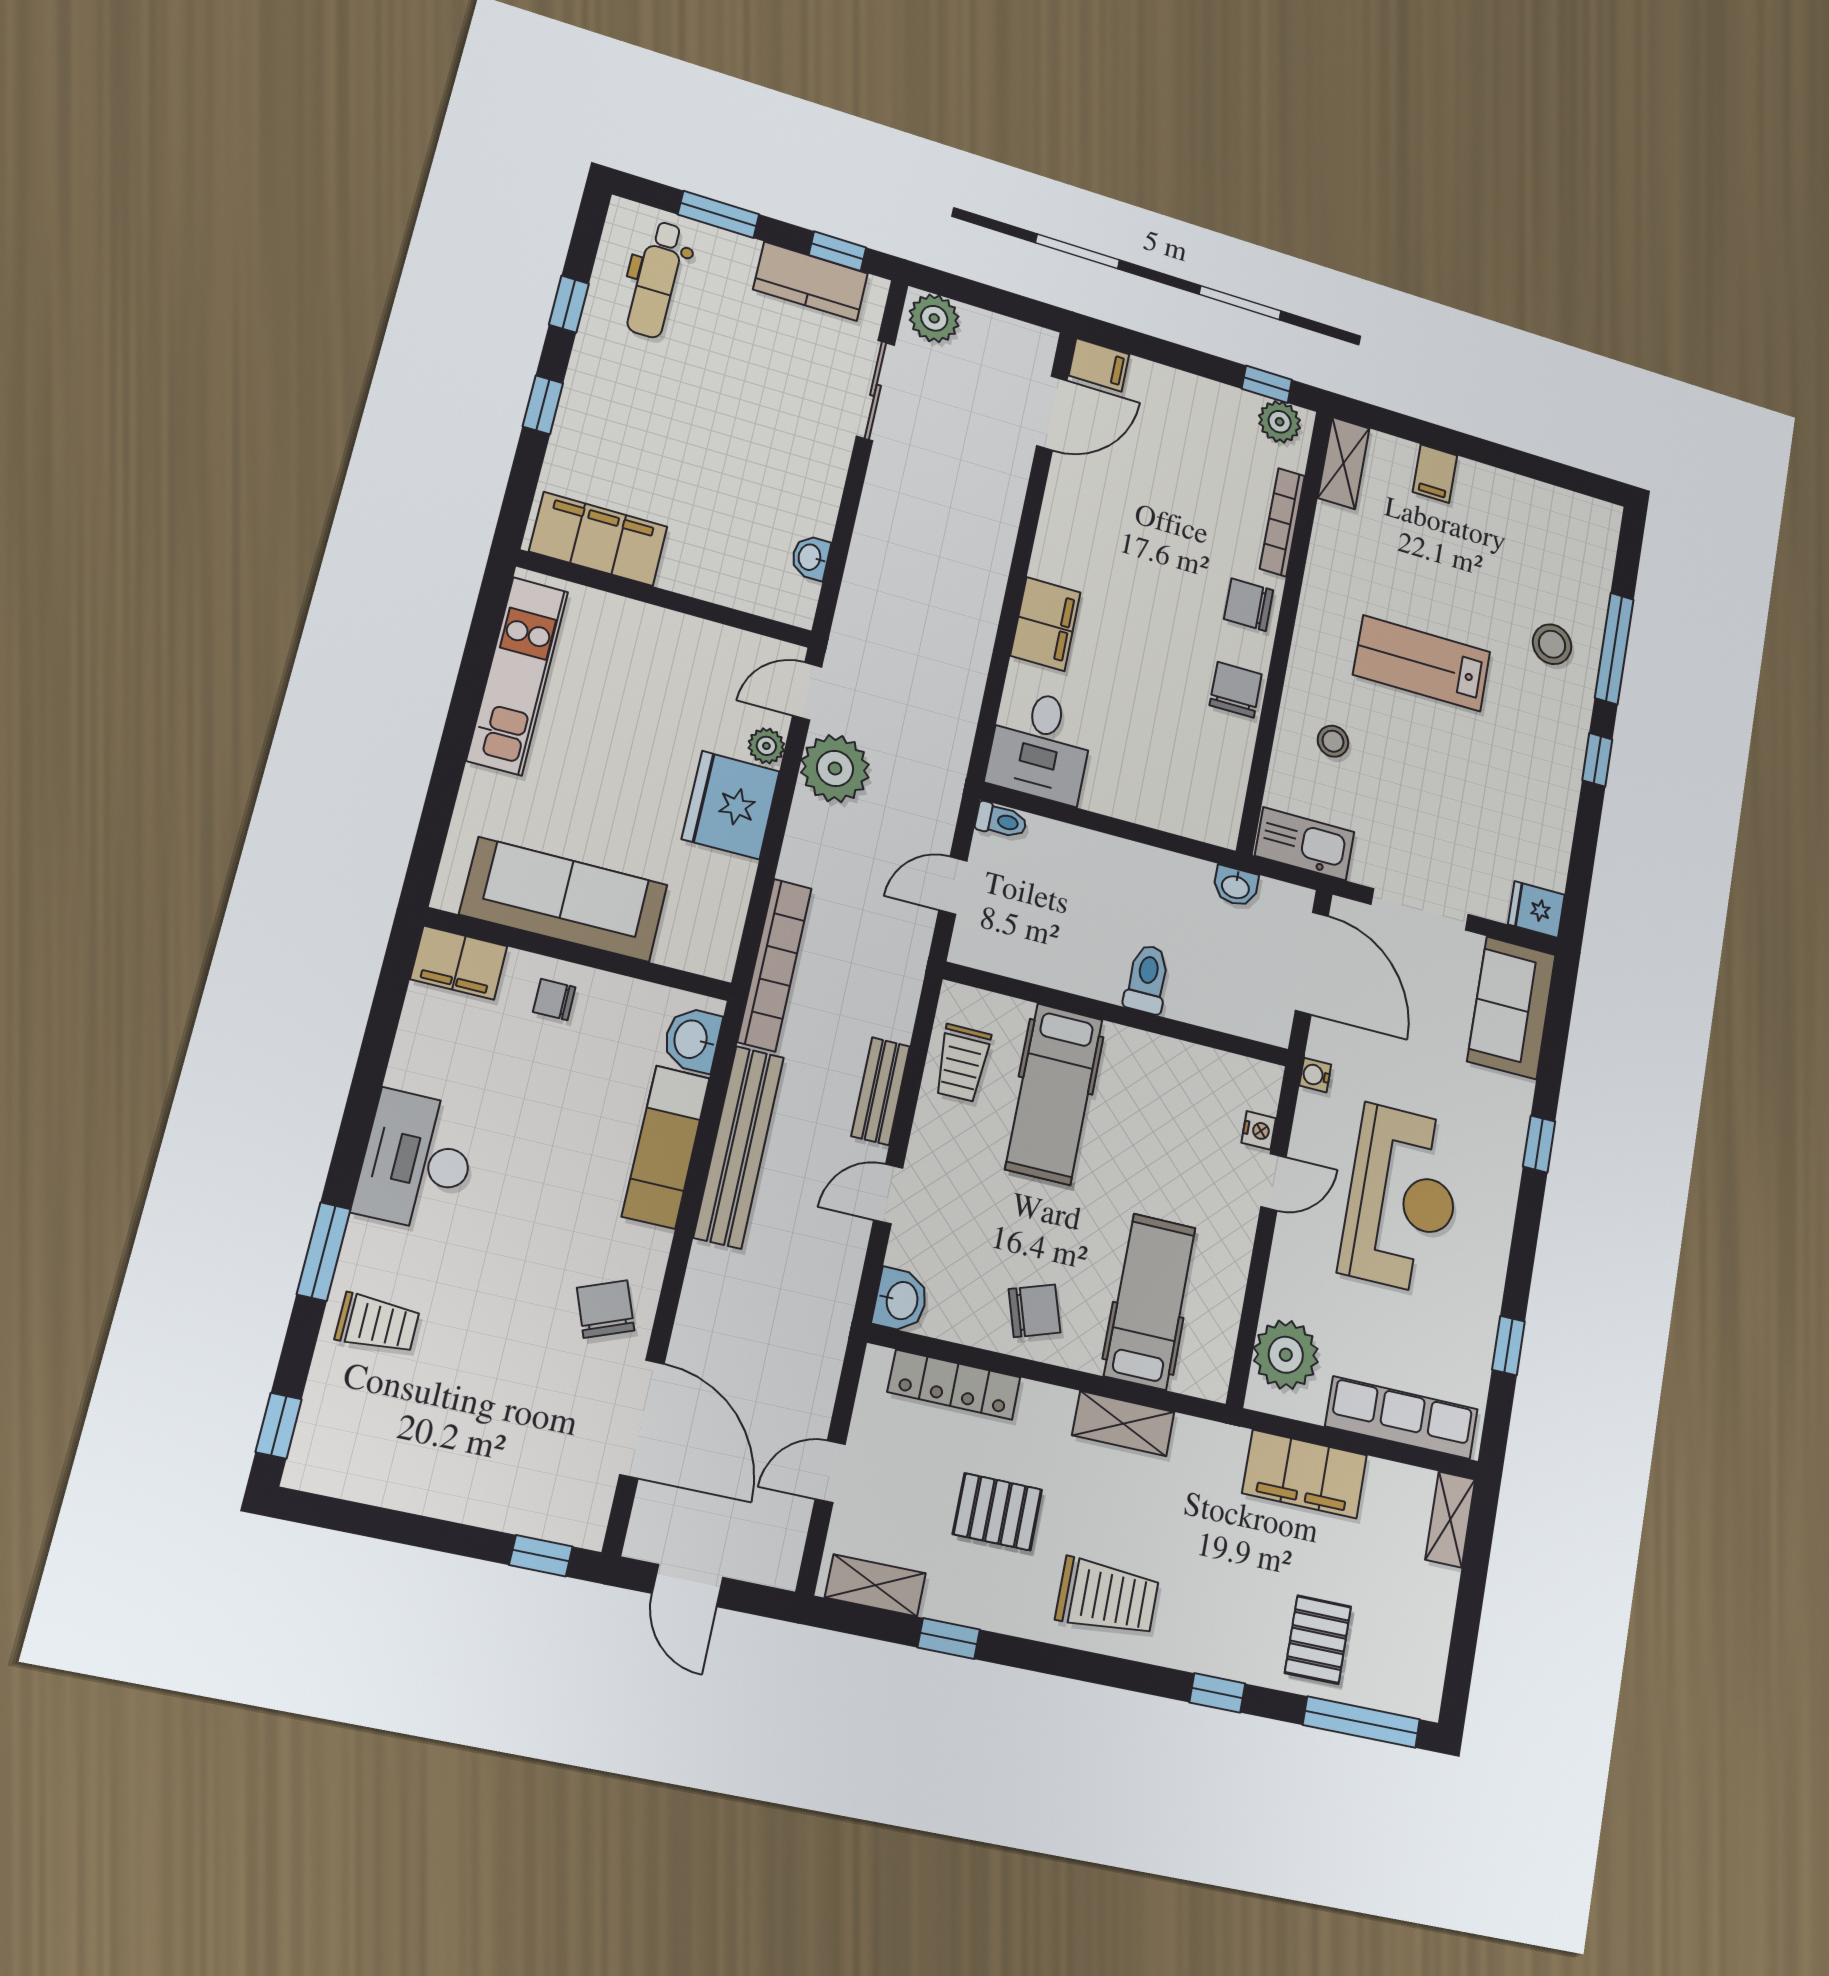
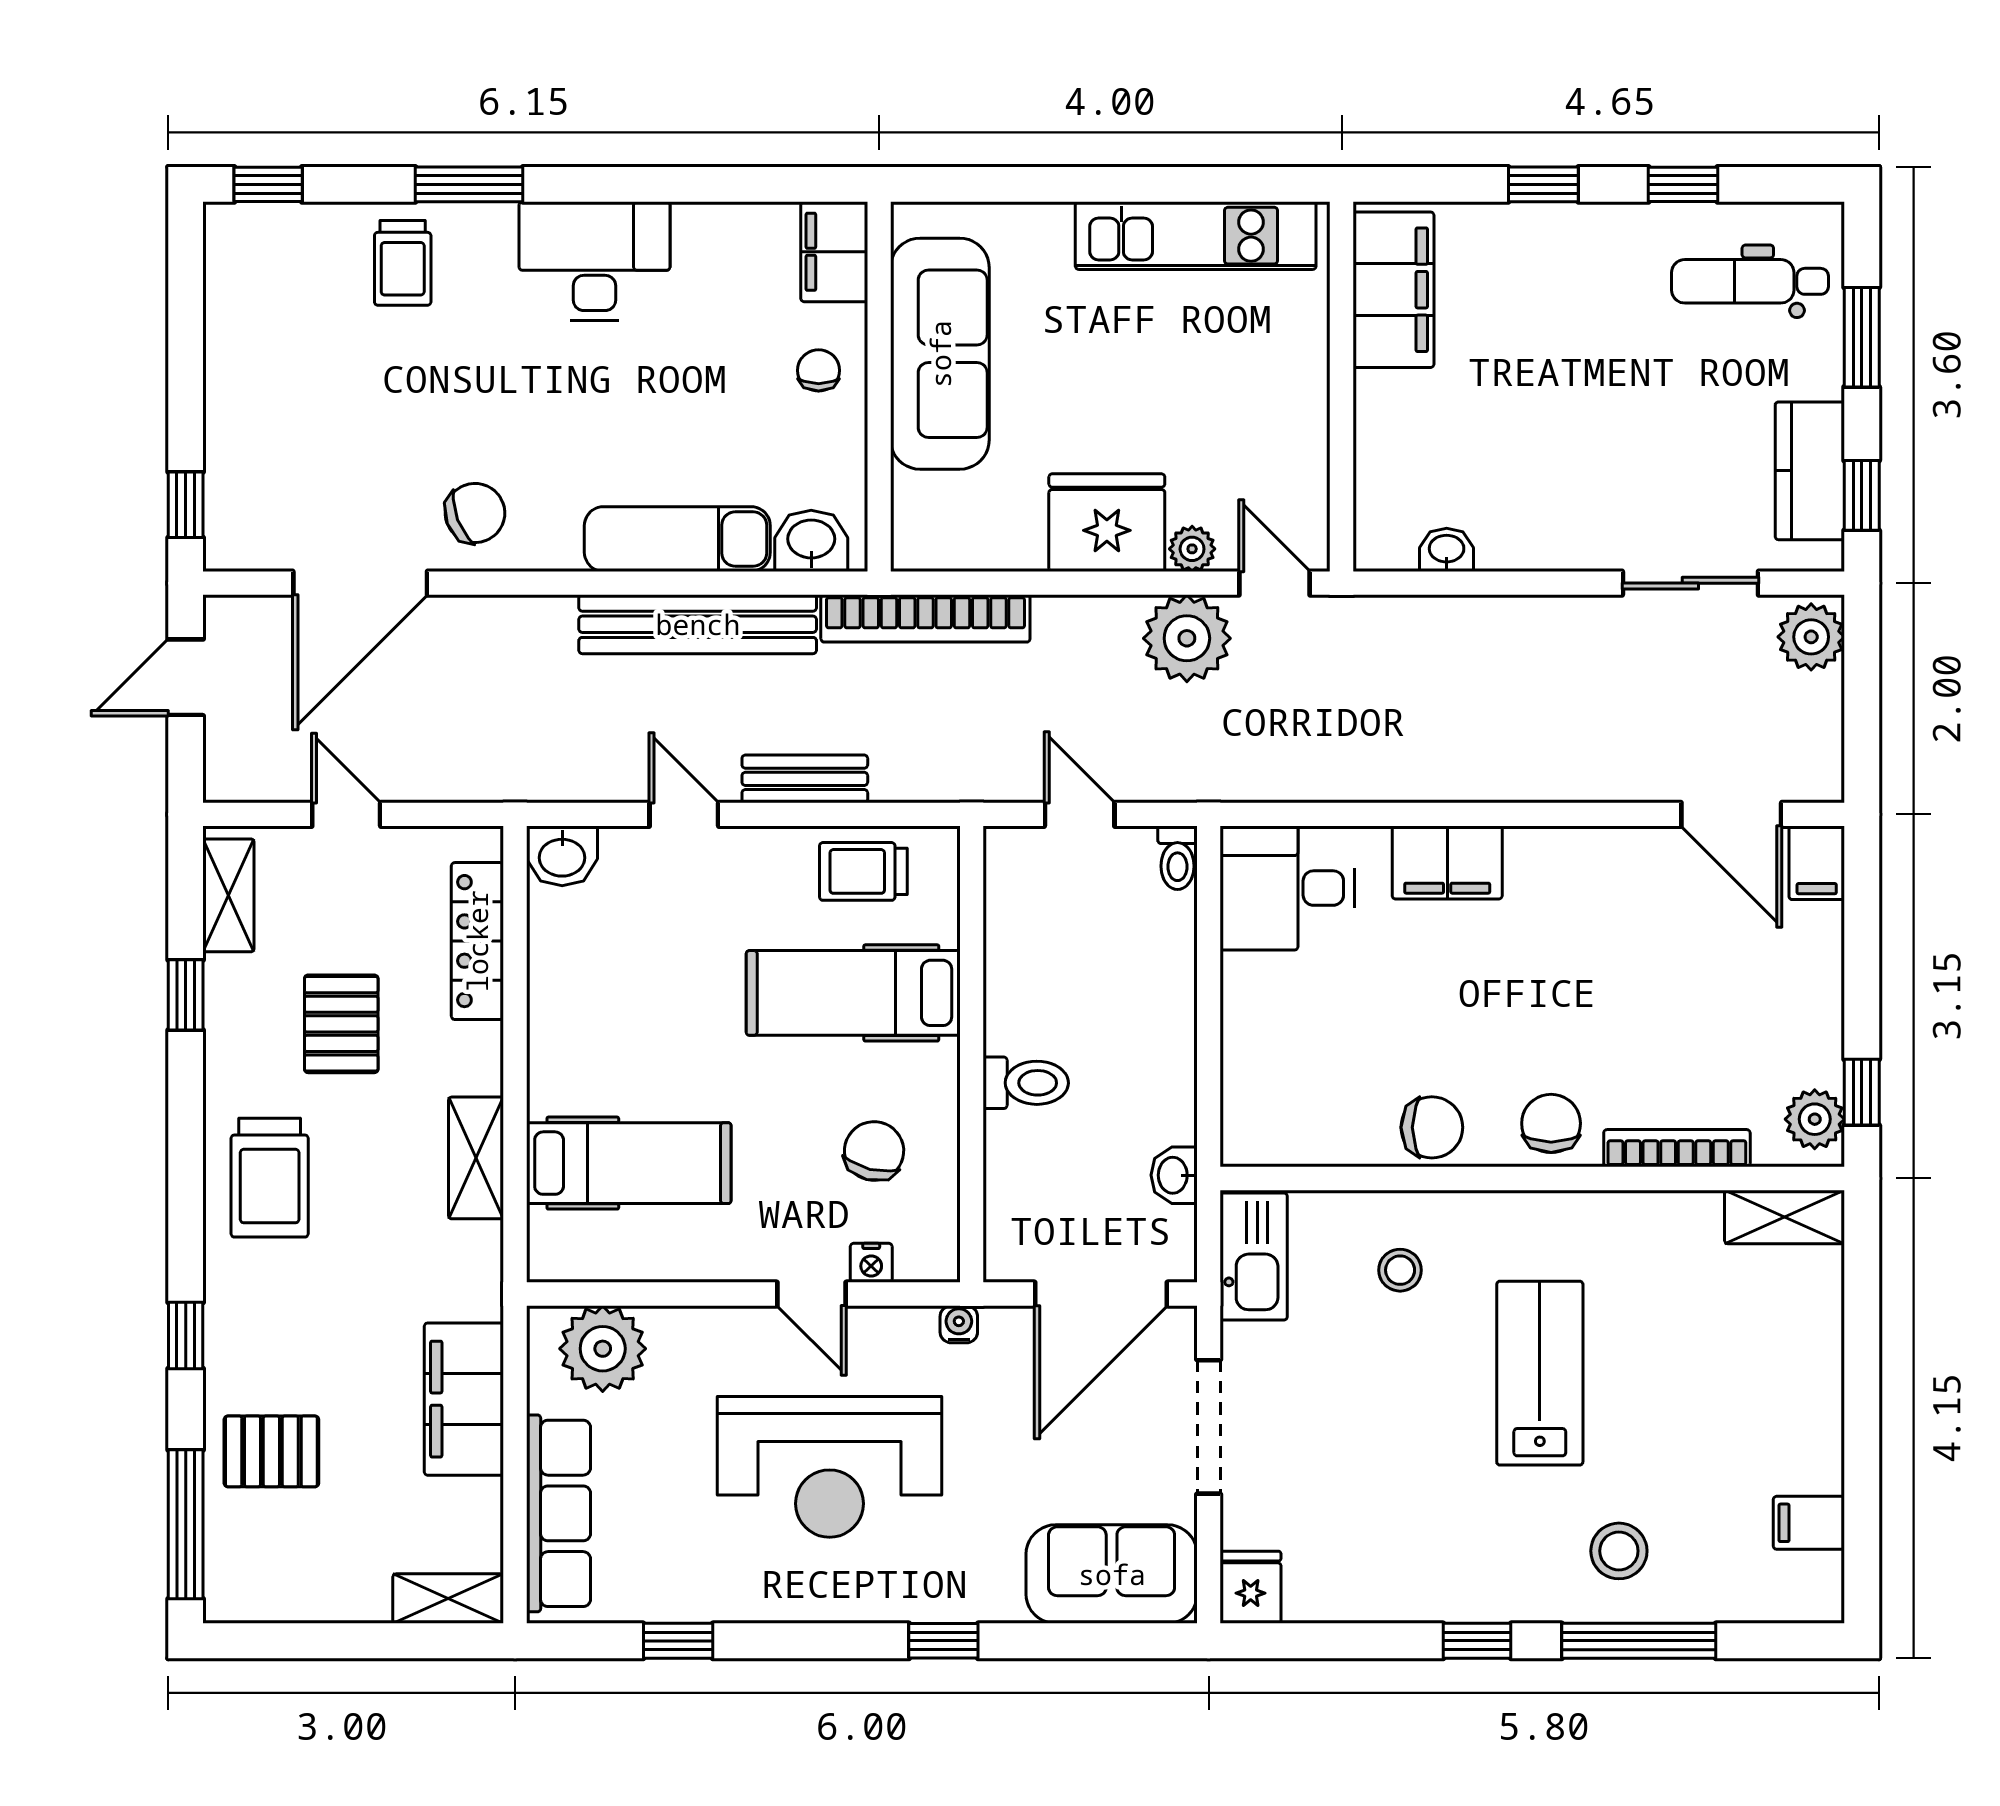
filing cabinet: (1435, 474) -> (1809, 1523), moved
chair: (1035, 1311) -> (874, 1151), moved, turned -148

